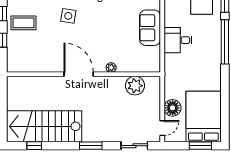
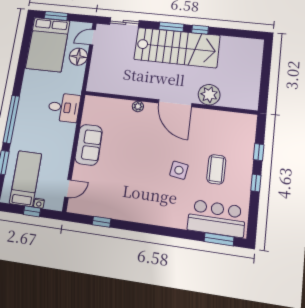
coffee table: (24, 23) -> (216, 169), moved, turned 90
desk: (178, 40) -> (64, 107), moved
plant: (135, 86) -> (209, 95), moved
stairs: (44, 126) -> (177, 48), moved
window: (34, 146) -> (200, 30), moved

